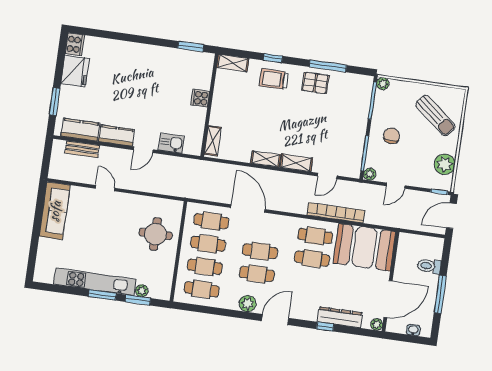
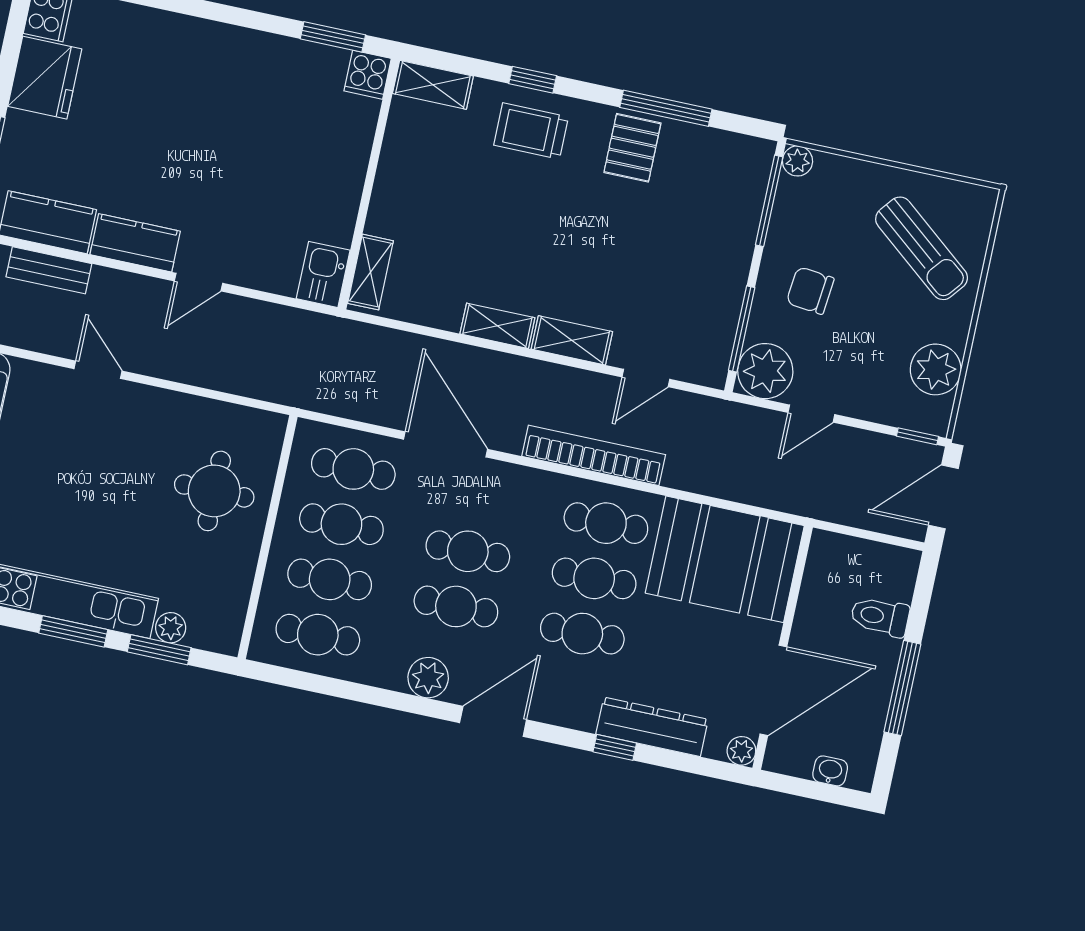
pallet: (315, 83) -> (632, 148), turned 90
cooker: (200, 98) -> (368, 75), moved, turned -90
chair: (392, 136) -> (810, 291), turned -84
kitchen sink: (171, 143) -> (323, 274), moved, turned -90
plant: (370, 174) -> (765, 371), width x1.88, depth x1.88
bookcase: (336, 213) -> (594, 455), moved
cafe table: (309, 281) -> (582, 634), added

